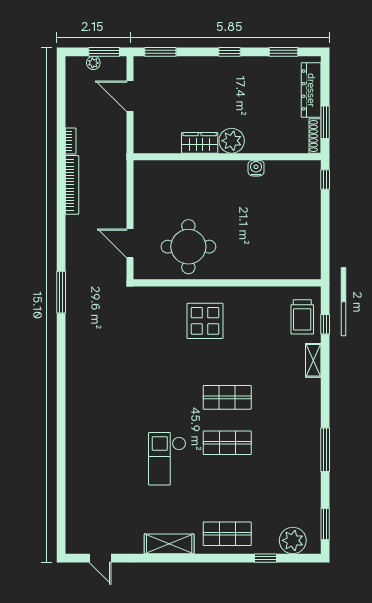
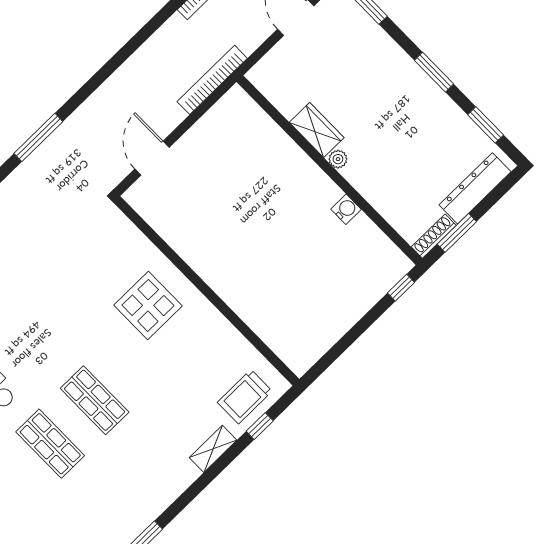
window: (229, 52) -> (434, 72), width x1.50
plant: (232, 141) -> (338, 159), width x0.53, depth x0.53
bookcase: (72, 185) -> (212, 80), moved, turned 180
round table: (188, 247) -> (205, 218), removed

